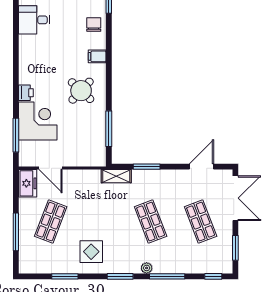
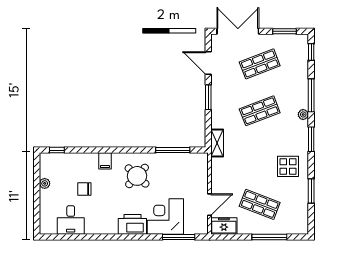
chair: (94, 24) -> (84, 189), moved
printer: (26, 93) -> (132, 224), width x1.87, depth x1.48
window: (147, 167) -> (208, 97), moved

